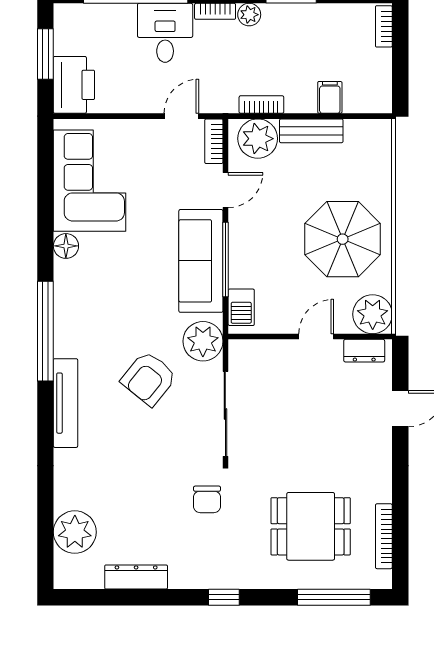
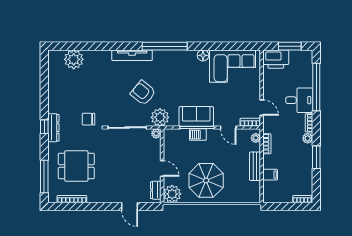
plant: (258, 139) -> (256, 138), width x0.53, depth x0.53
sofa: (201, 261) -> (196, 116), width x0.73
barbecue: (241, 307) -> (198, 135), moved
plant: (239, 350) -> (156, 133), added
dining table: (311, 526) -> (76, 166), turned 90
dresser: (136, 577) -> (53, 128), moved

